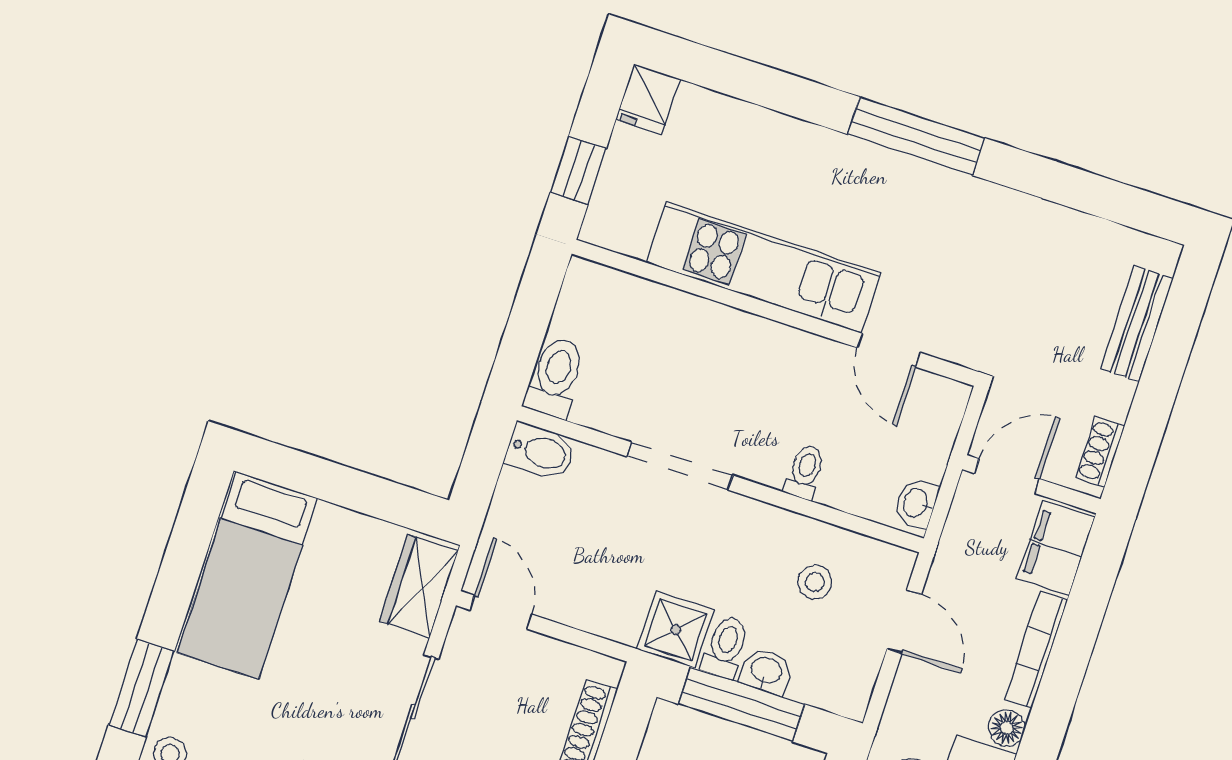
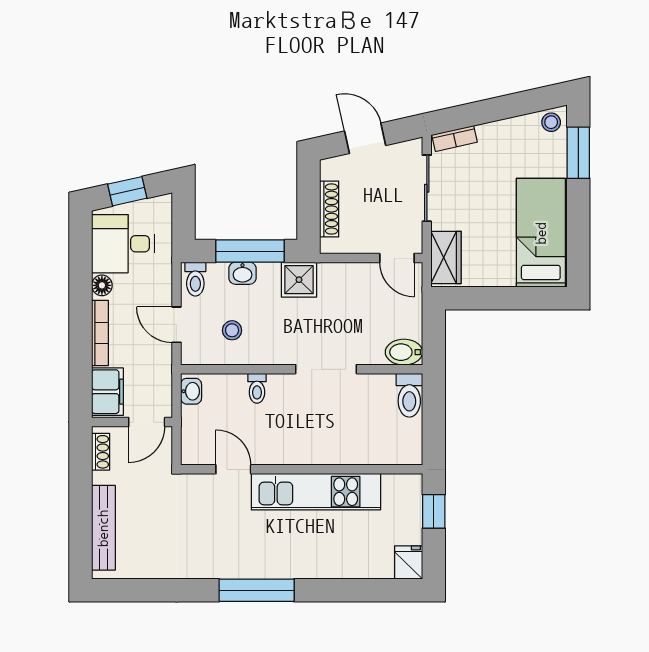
bench: (1137, 324) -> (103, 528), width x1.36
toilet: (726, 647) -> (195, 279), moved

